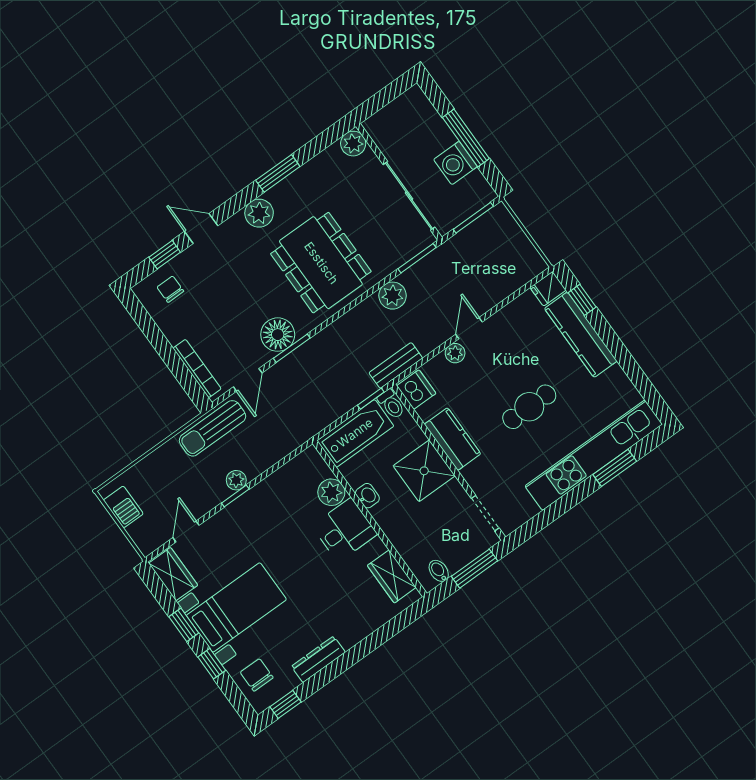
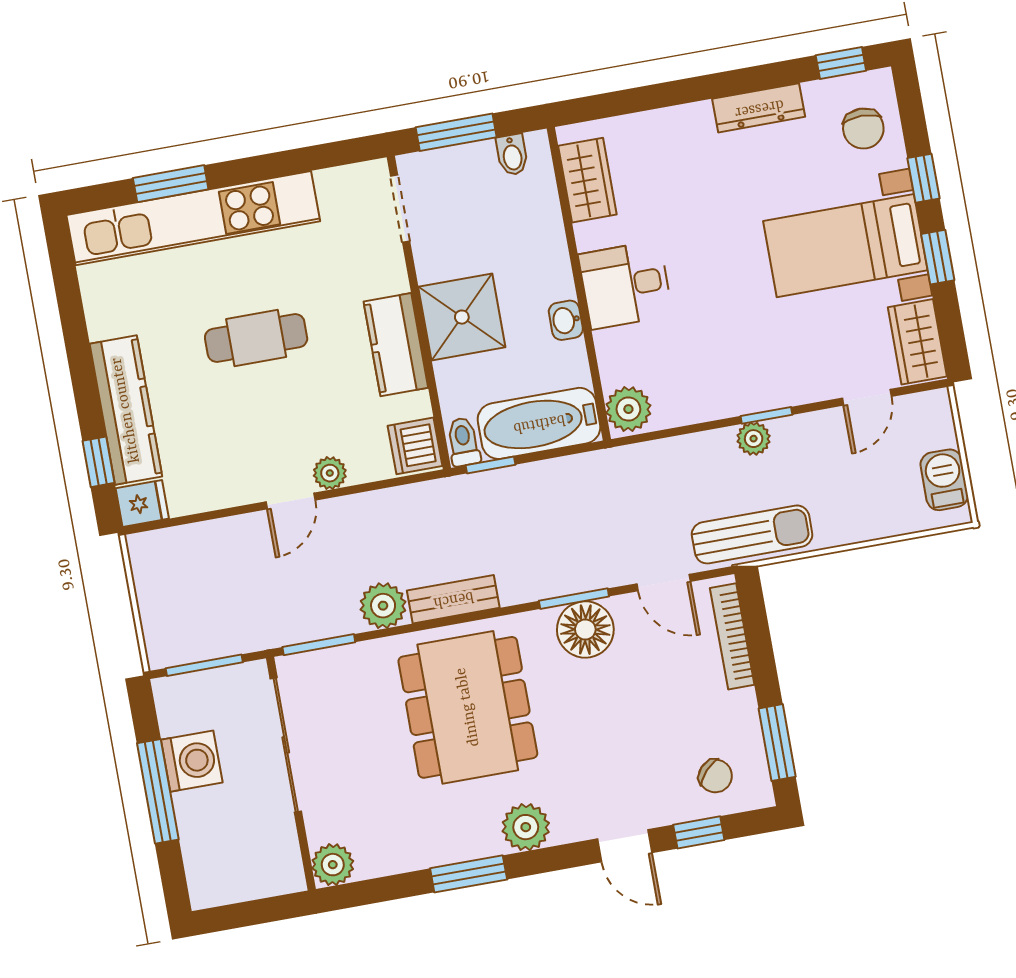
chair: (170, 289) -> (715, 776), turned -47
window: (146, 323) -> (777, 743), added
bench: (396, 365) -> (453, 599), moved
door: (248, 380) -> (664, 583), swing flipped
plant: (331, 492) -> (628, 409), moved

